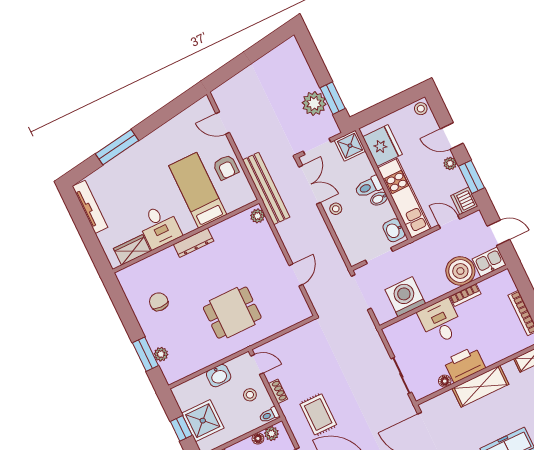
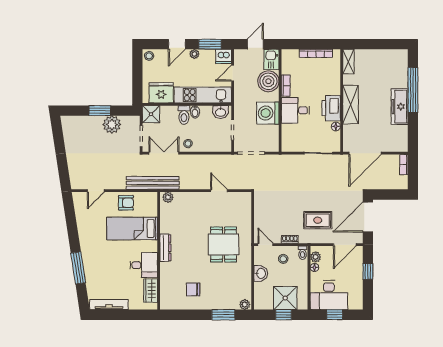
window: (333, 98) -> (100, 111), moved
washing machine: (405, 297) -> (268, 113), moved
plant: (161, 354) -> (245, 305), moved
door: (257, 364) -> (265, 245), hinge flipped

